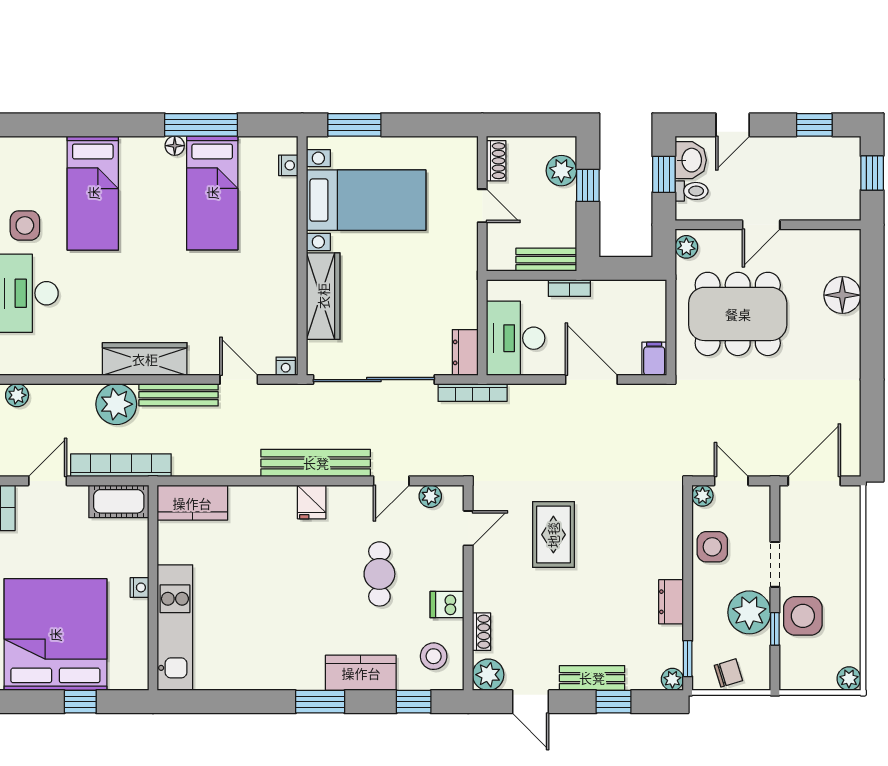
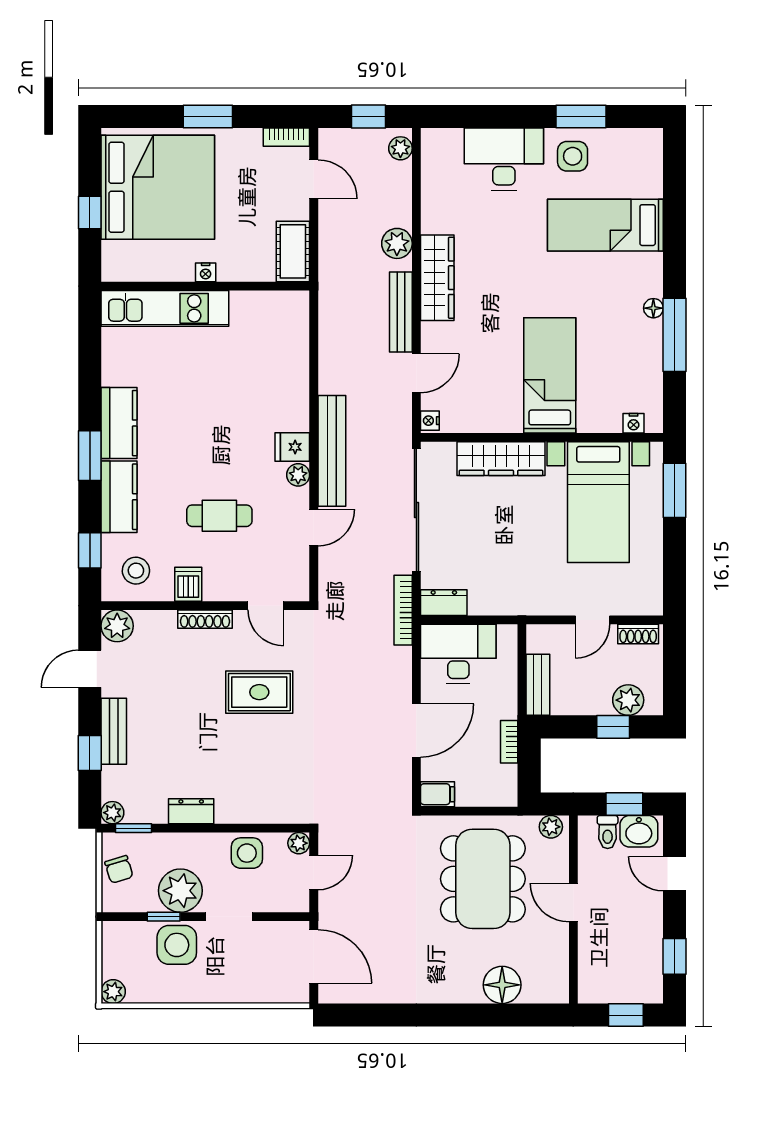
bed: (212, 193) -> (550, 375), moved, turned 90
bookcase: (569, 288) -> (509, 742), moved
plant: (116, 404) -> (397, 243), width x0.73, depth x0.73
bookcase: (121, 465) -> (330, 254), removed
door: (391, 481) -> (314, 528), swing flipped
plant: (430, 496) -> (298, 475), moved
kitchen counter: (192, 503) -> (119, 423), moved, turned 180
shoe rack: (482, 632) -> (205, 619), moved, width x1.43

